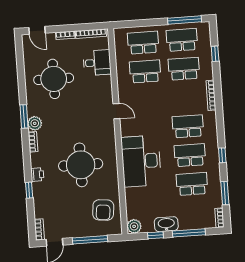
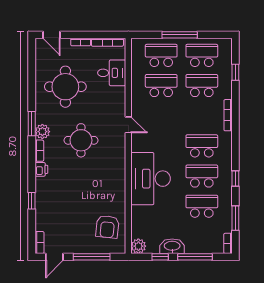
window: (185, 20) -> (180, 35), moved
round table: (81, 165) -> (81, 140), moved, width x0.73, depth x0.73
printer: (37, 175) -> (41, 169), moved

